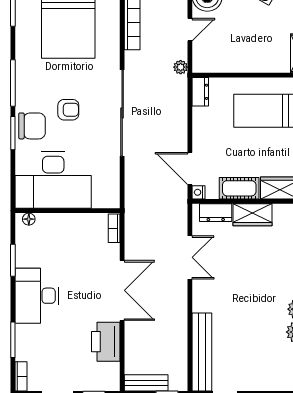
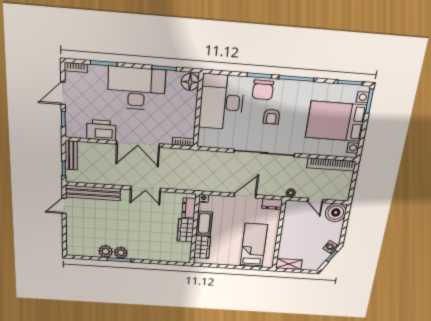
door: (190, 168) -> (245, 196), moved
floor lamp: (29, 219) -> (190, 82), width x1.89, depth x1.89
double door: (190, 257) -> (146, 189), moved
desk: (37, 296) -> (136, 89), width x1.36, depth x1.30

